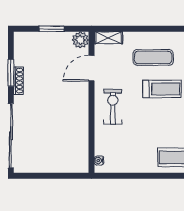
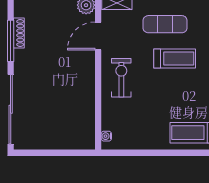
window: (11, 73) -> (11, 41), width x1.44
shoe rack: (18, 81) -> (19, 33), moved

